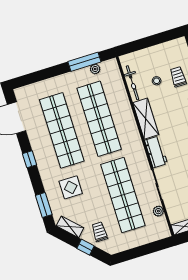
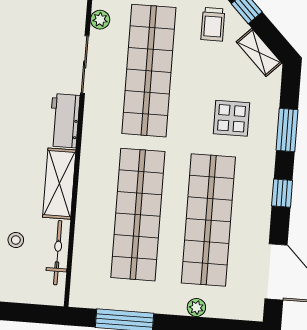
plant: (95, 69) -> (196, 307), moved
window: (44, 205) -> (287, 130), moved

